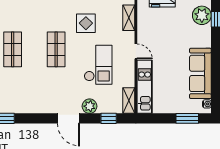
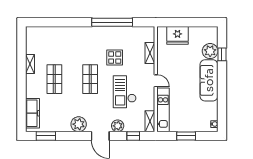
checkout: (98, 65) -> (125, 92), turned 180
sofa: (200, 73) -> (209, 80), moved
plant: (42, 104) -> (79, 124), added
window: (187, 118) -> (186, 136), moved

